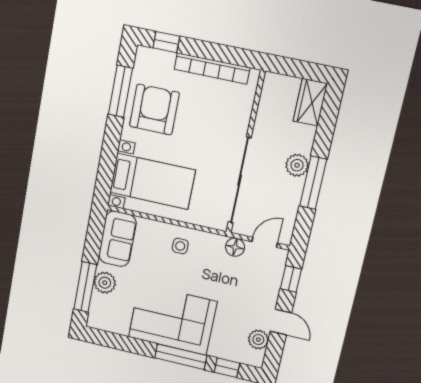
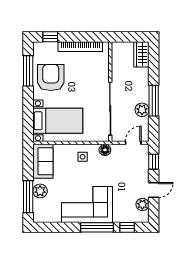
plant: (297, 165) -> (142, 110), moved
floor lamp: (235, 247) -> (105, 150), moved
door: (281, 322) -> (154, 190), hinge flipped

